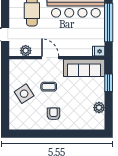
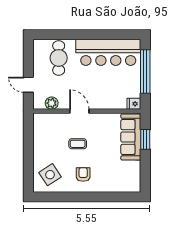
sofa: (84, 68) -> (131, 137), moved, turned 90
side table: (24, 94) -> (50, 175), moved
plant: (99, 108) -> (134, 167), removed

